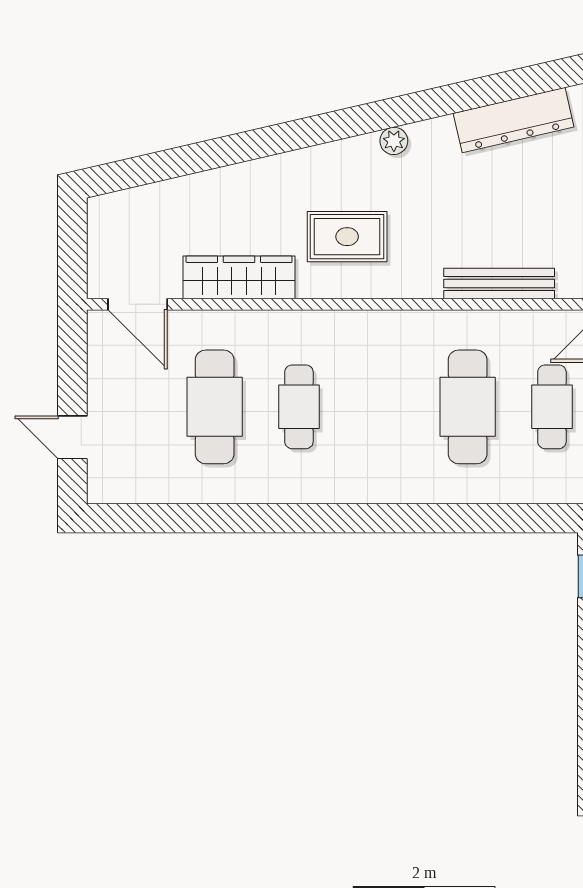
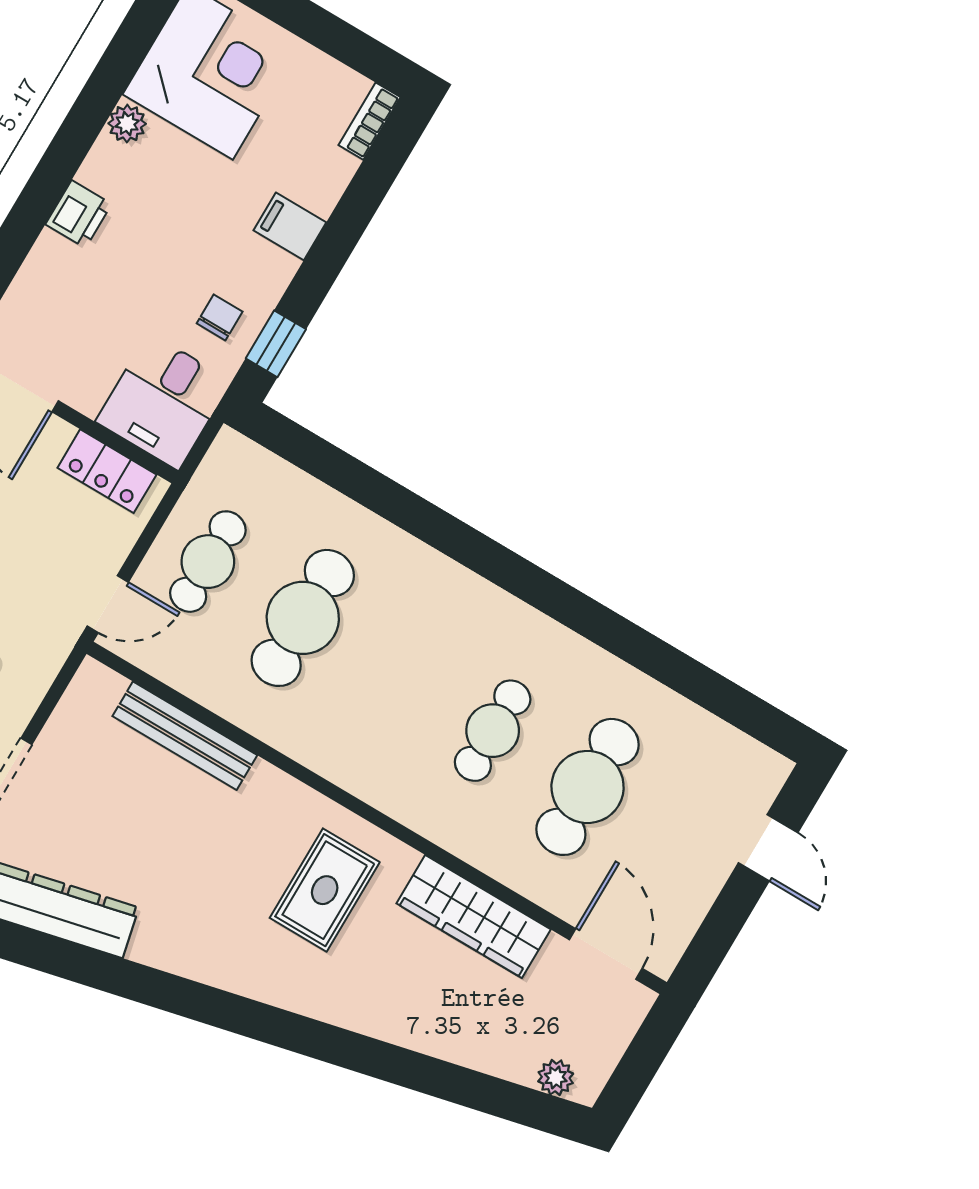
plant: (394, 141) -> (556, 1078), moved
rug: (347, 237) -> (325, 890), turned 90

